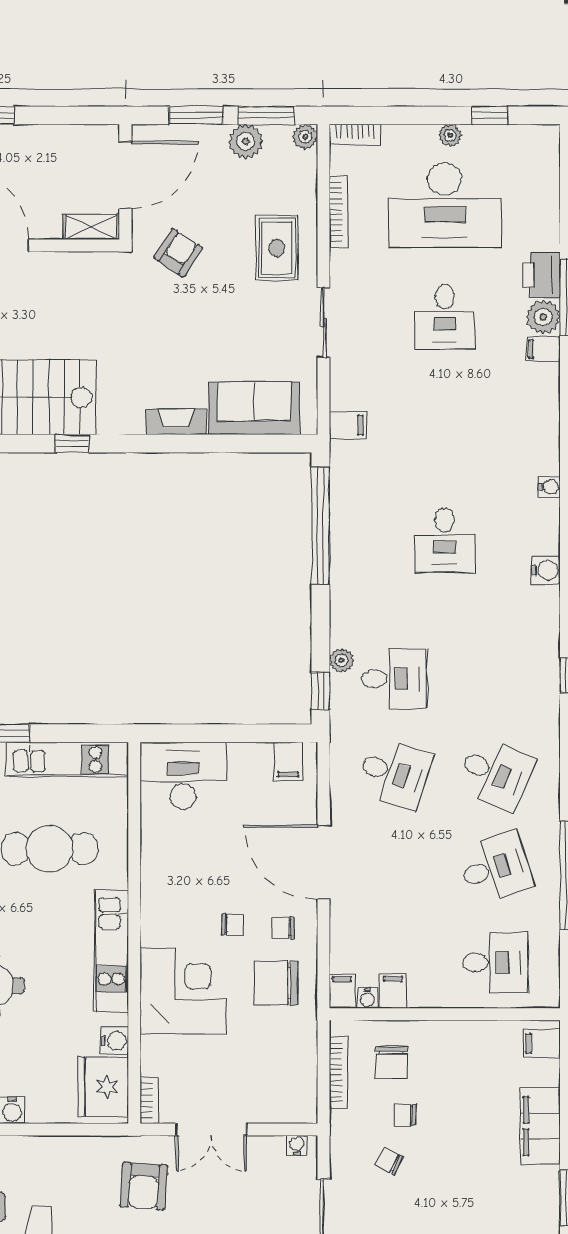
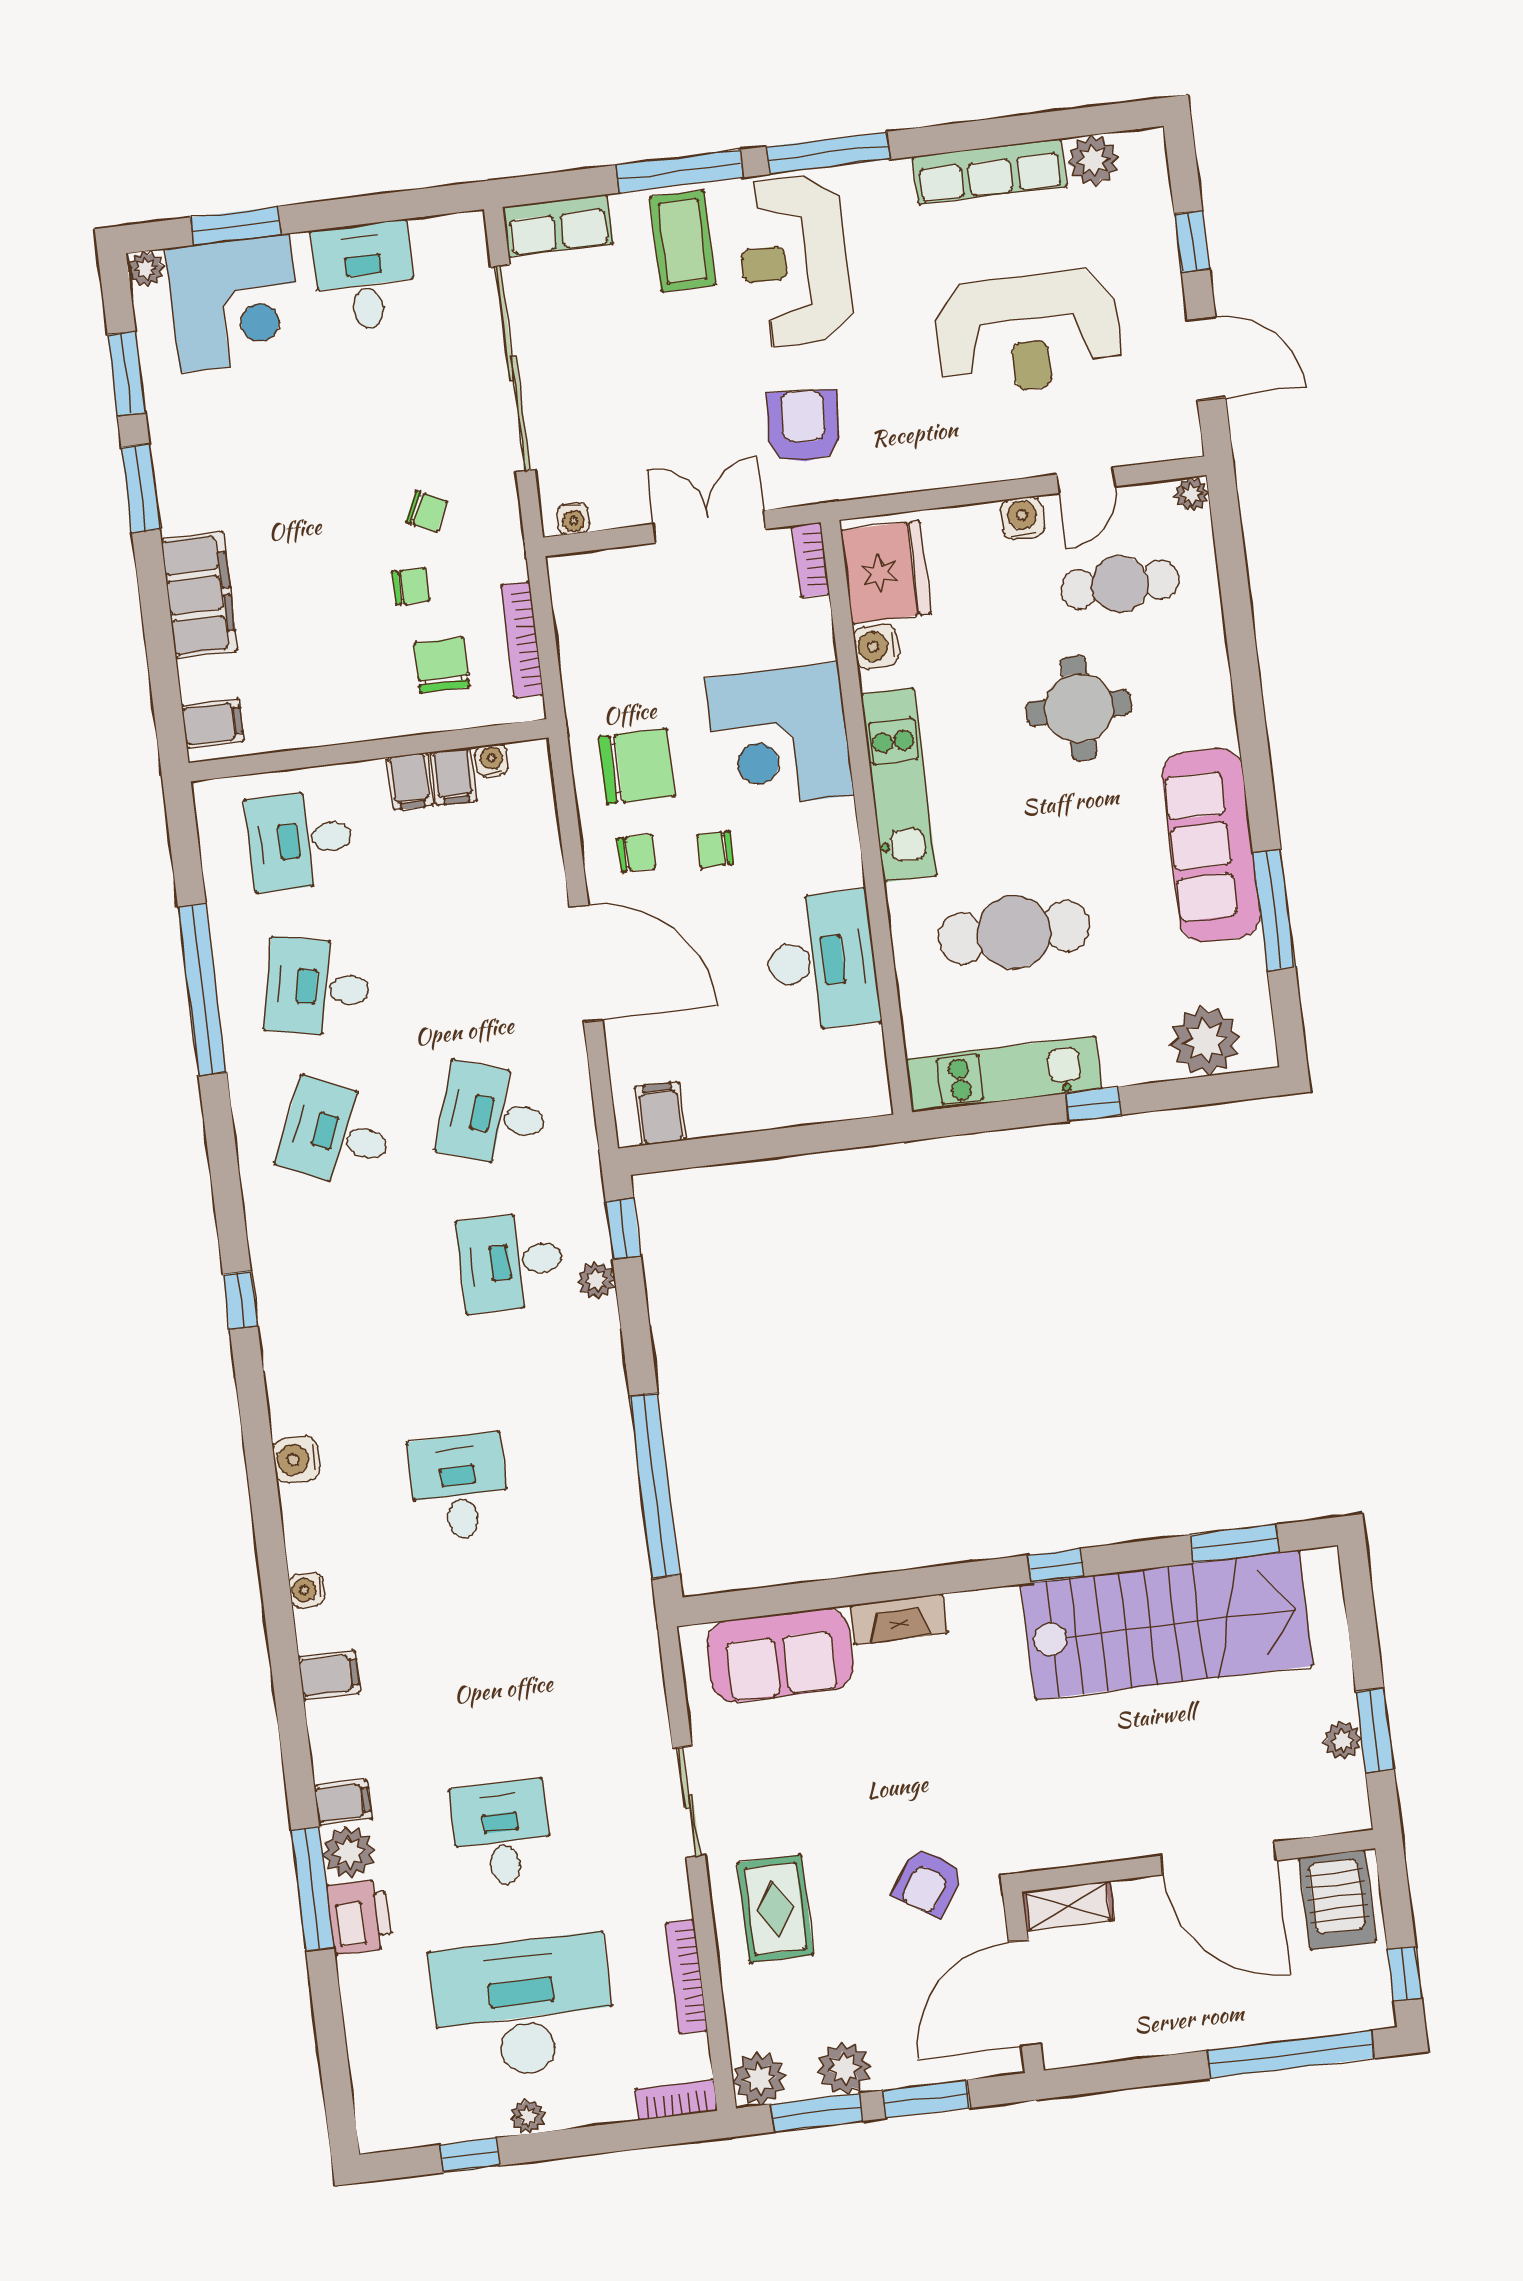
plant: (305, 137) -> (759, 2079), width x1.38, depth x1.38
filing cabinet: (348, 425) -> (329, 1675), moved, turned 180
desk: (183, 776) -> (822, 961), moved, turned -90
desk: (495, 868) -> (318, 987), turned 30
filing cabinet: (342, 991) -> (410, 781), moved

